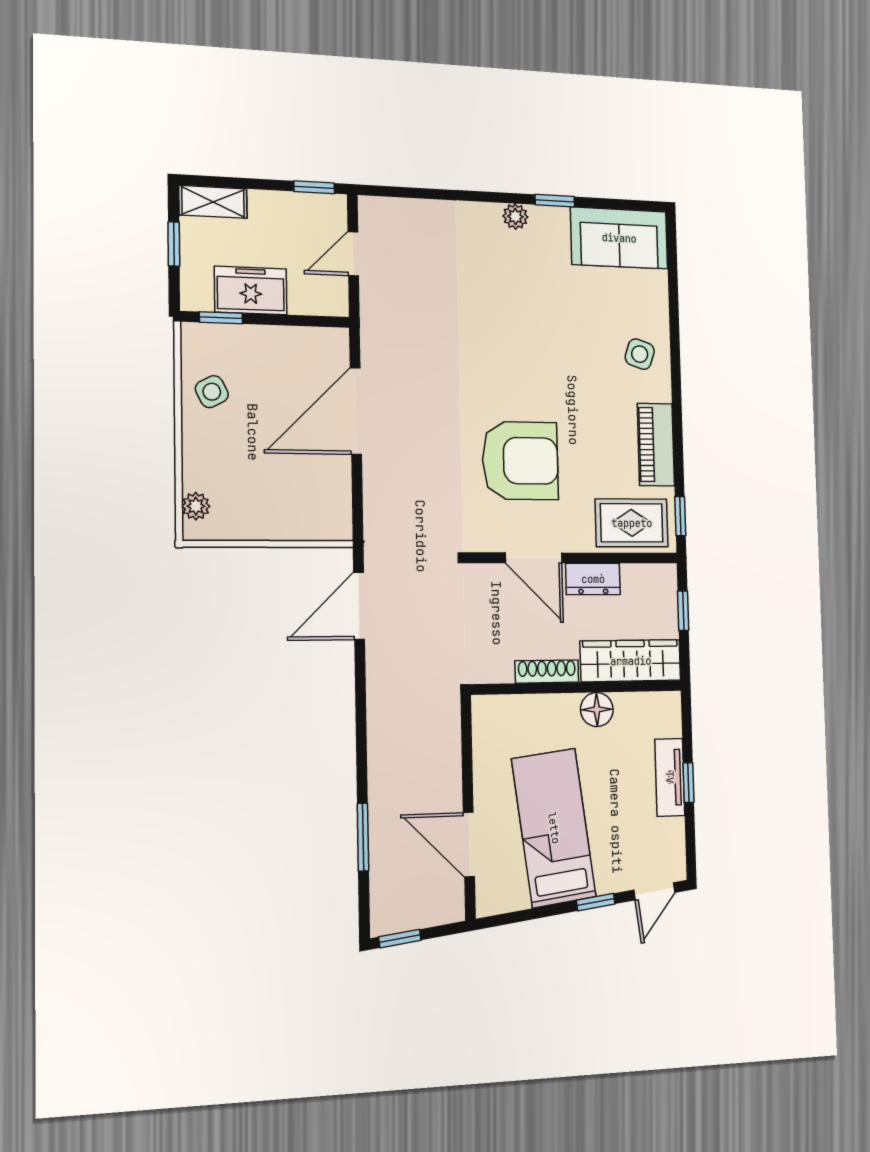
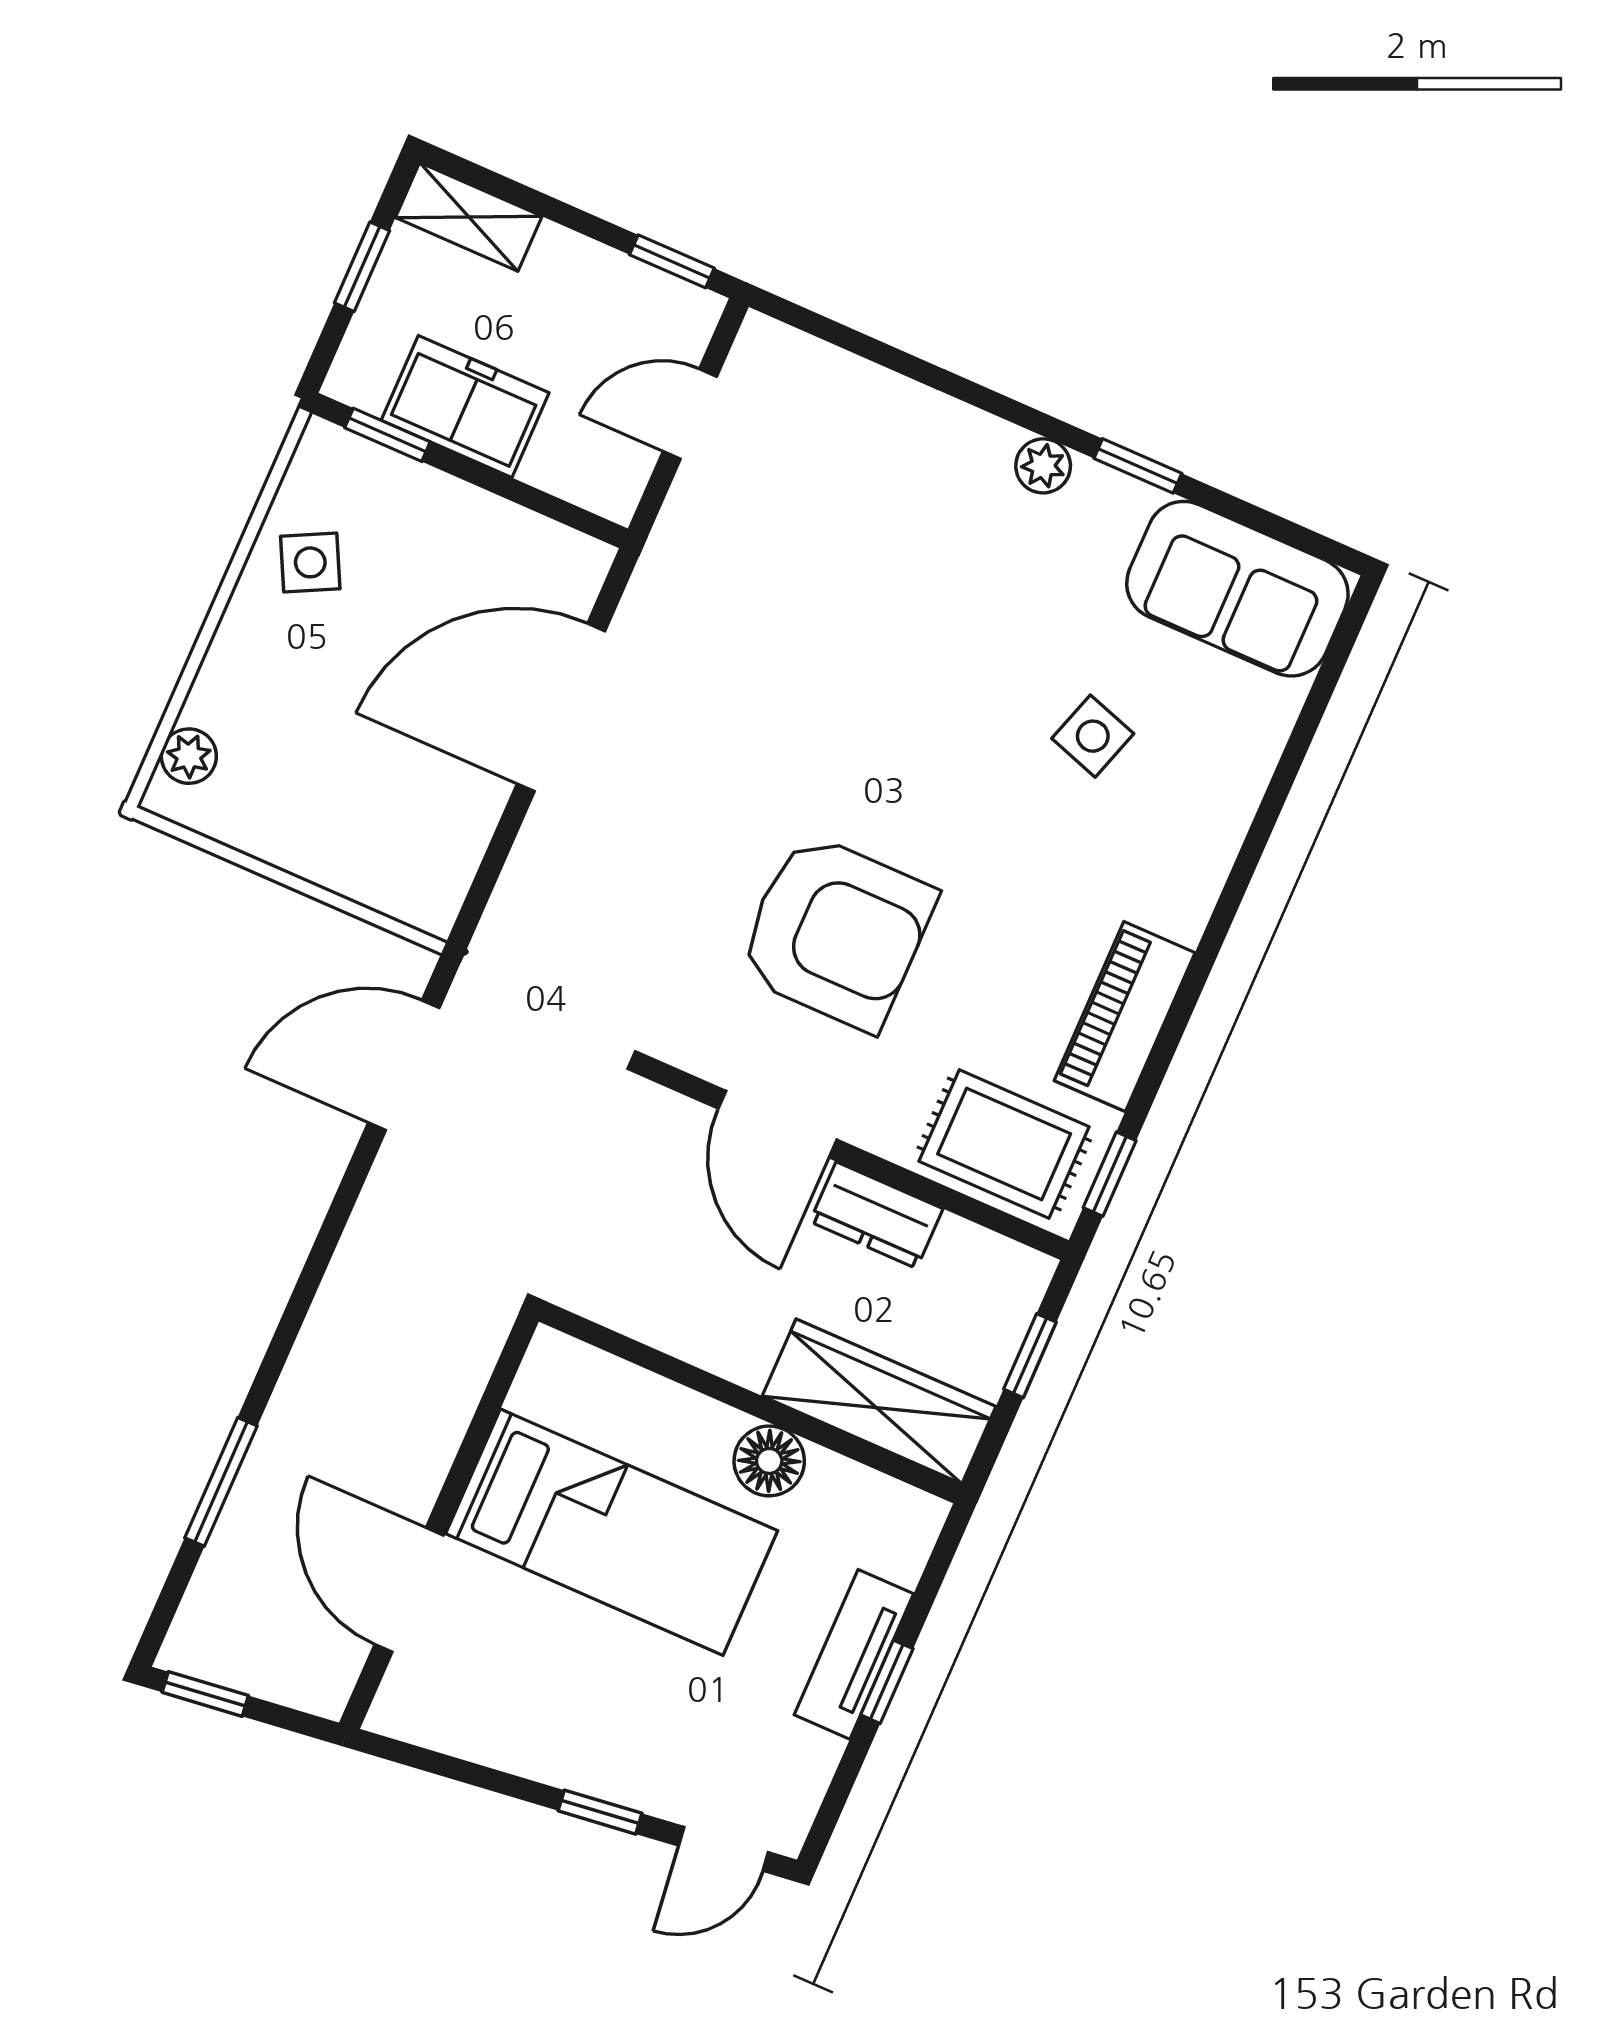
side table: (640, 354) -> (1093, 736), moved
shoe rack: (547, 671) -> (705, 1346), removed
bed: (554, 828) -> (612, 1532), moved, turned 97

